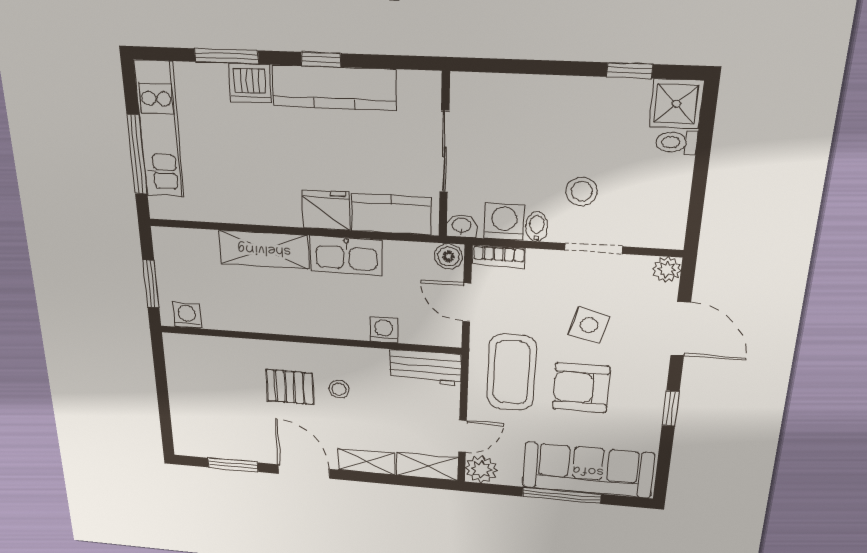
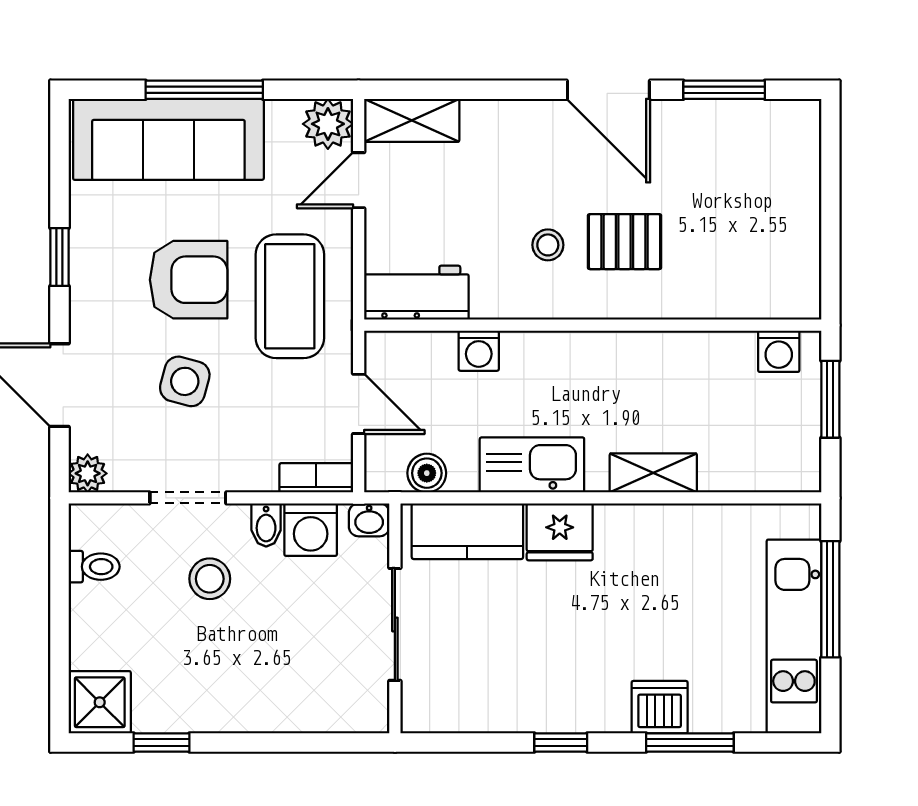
kitchen counter: (334, 88) -> (544, 706), removed
toilet: (676, 142) -> (94, 567), moved
shelving: (264, 249) -> (653, 473), width x0.67, depth x0.75
boiler: (449, 256) -> (427, 473), moved
shelving: (366, 462) -> (507, 119), removed

